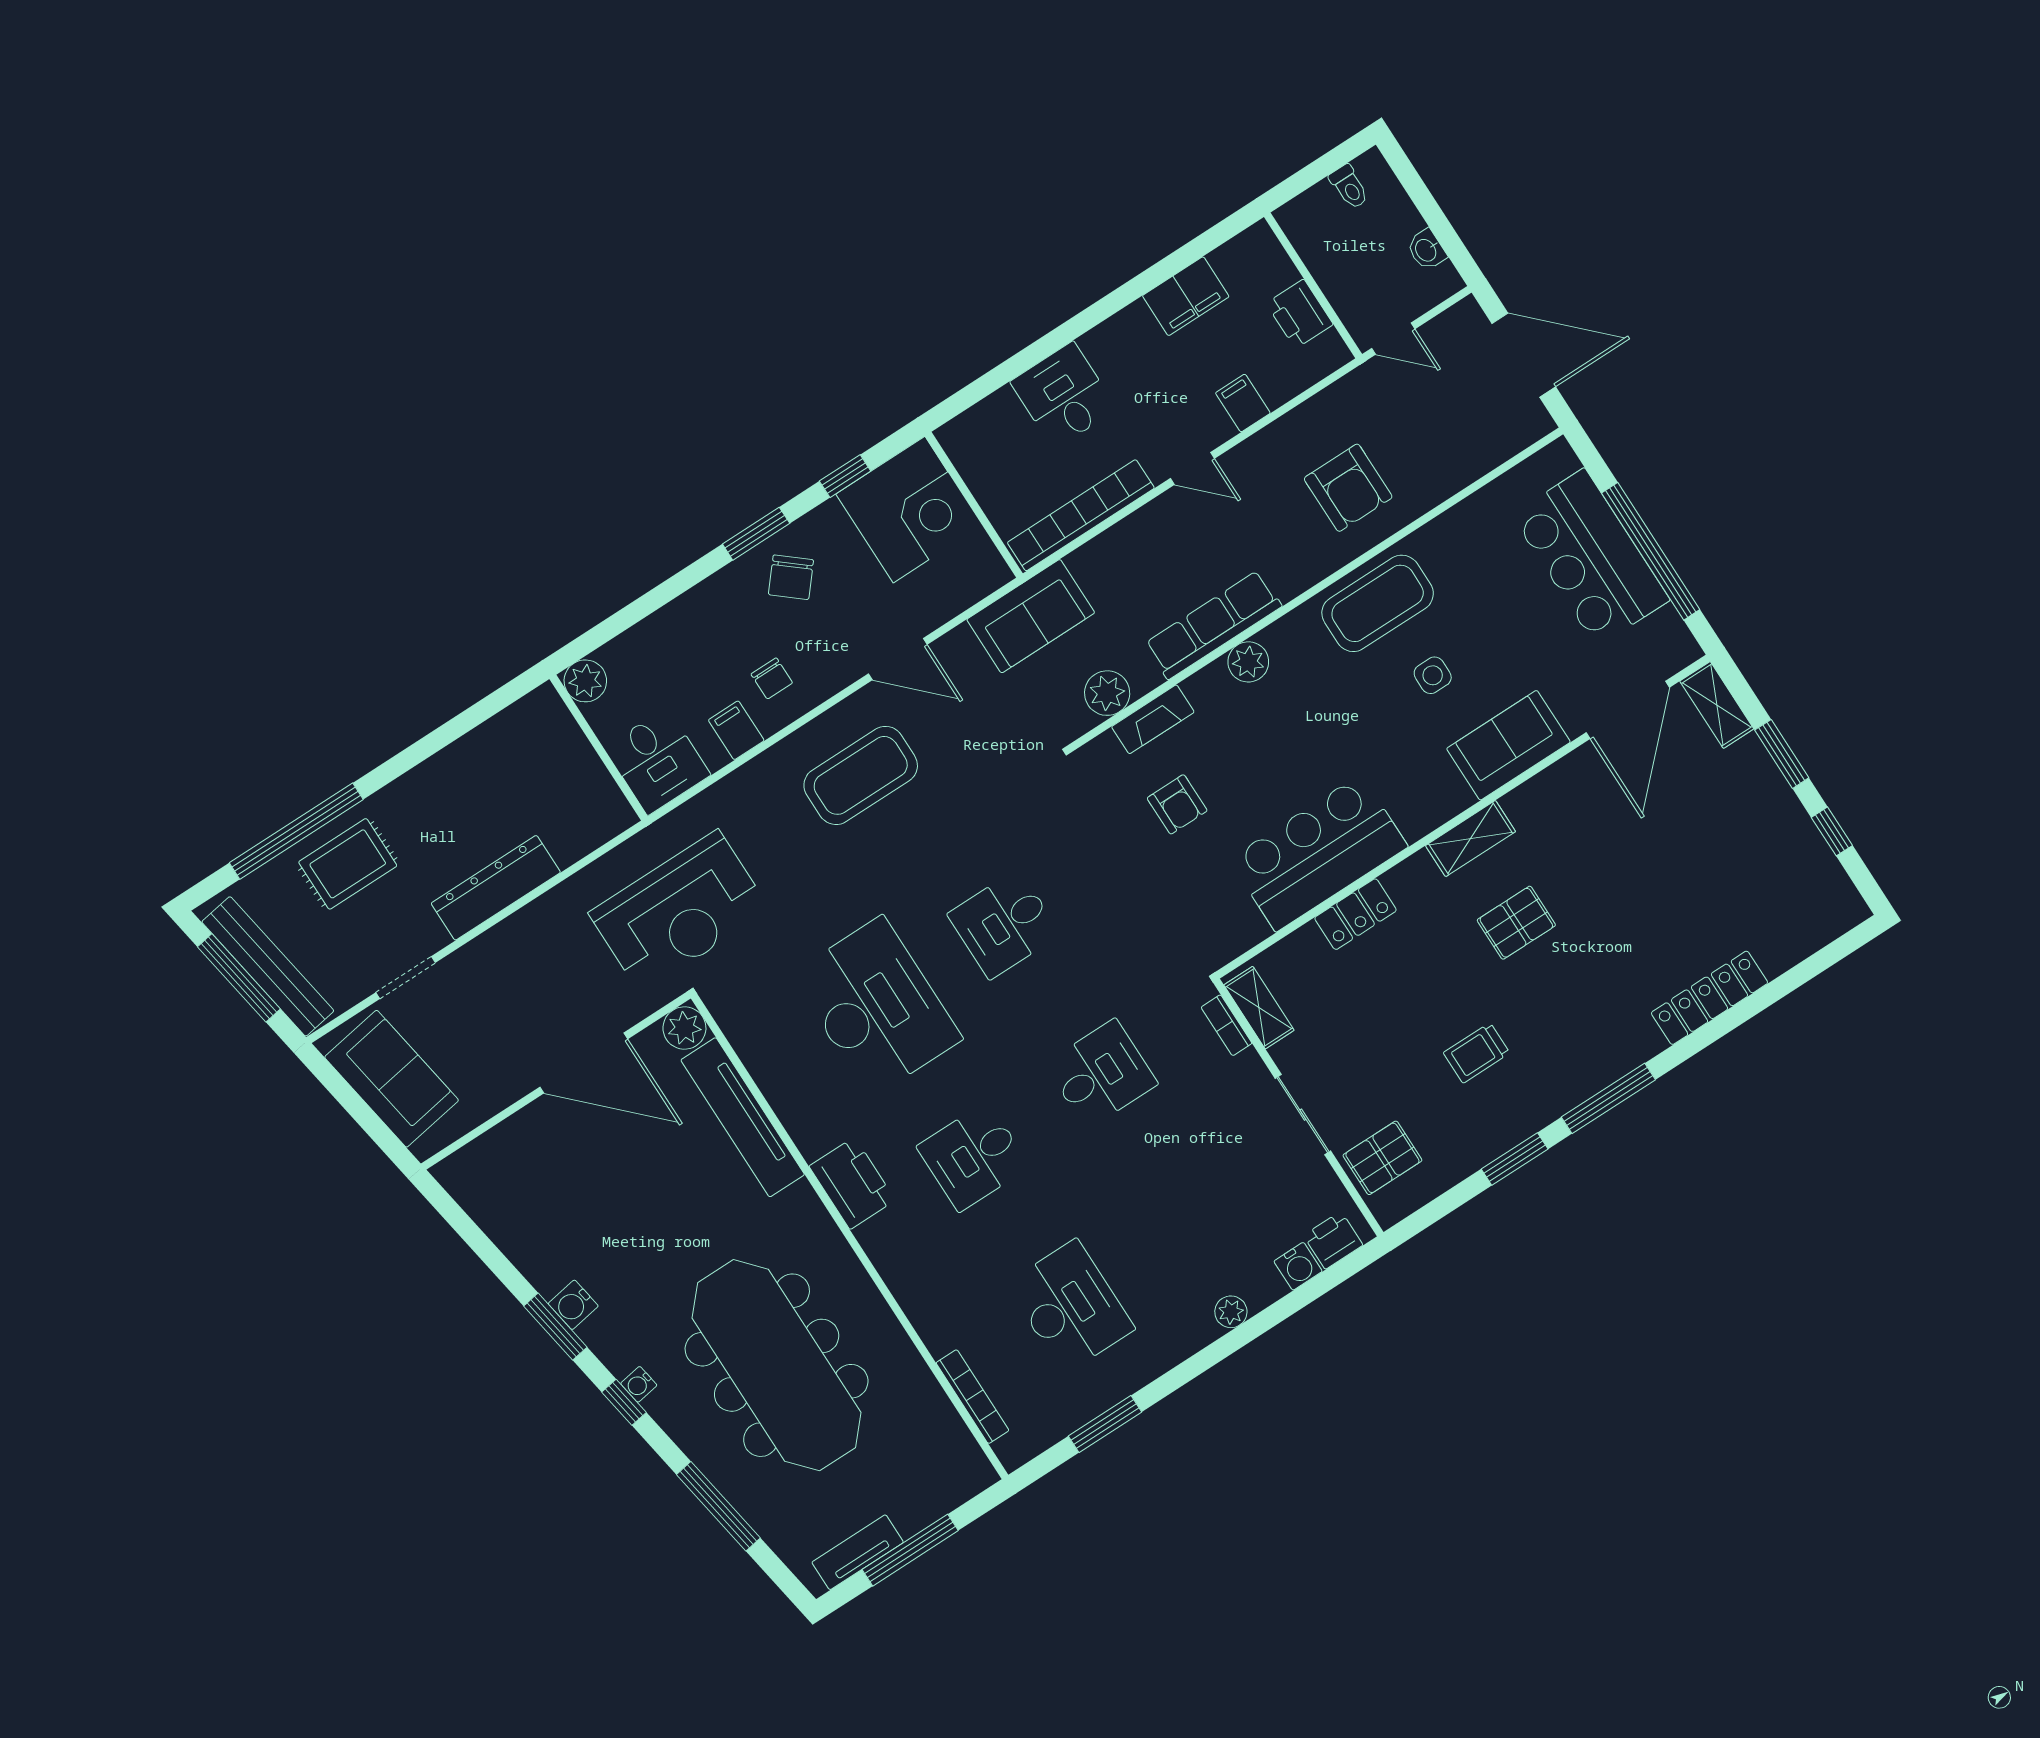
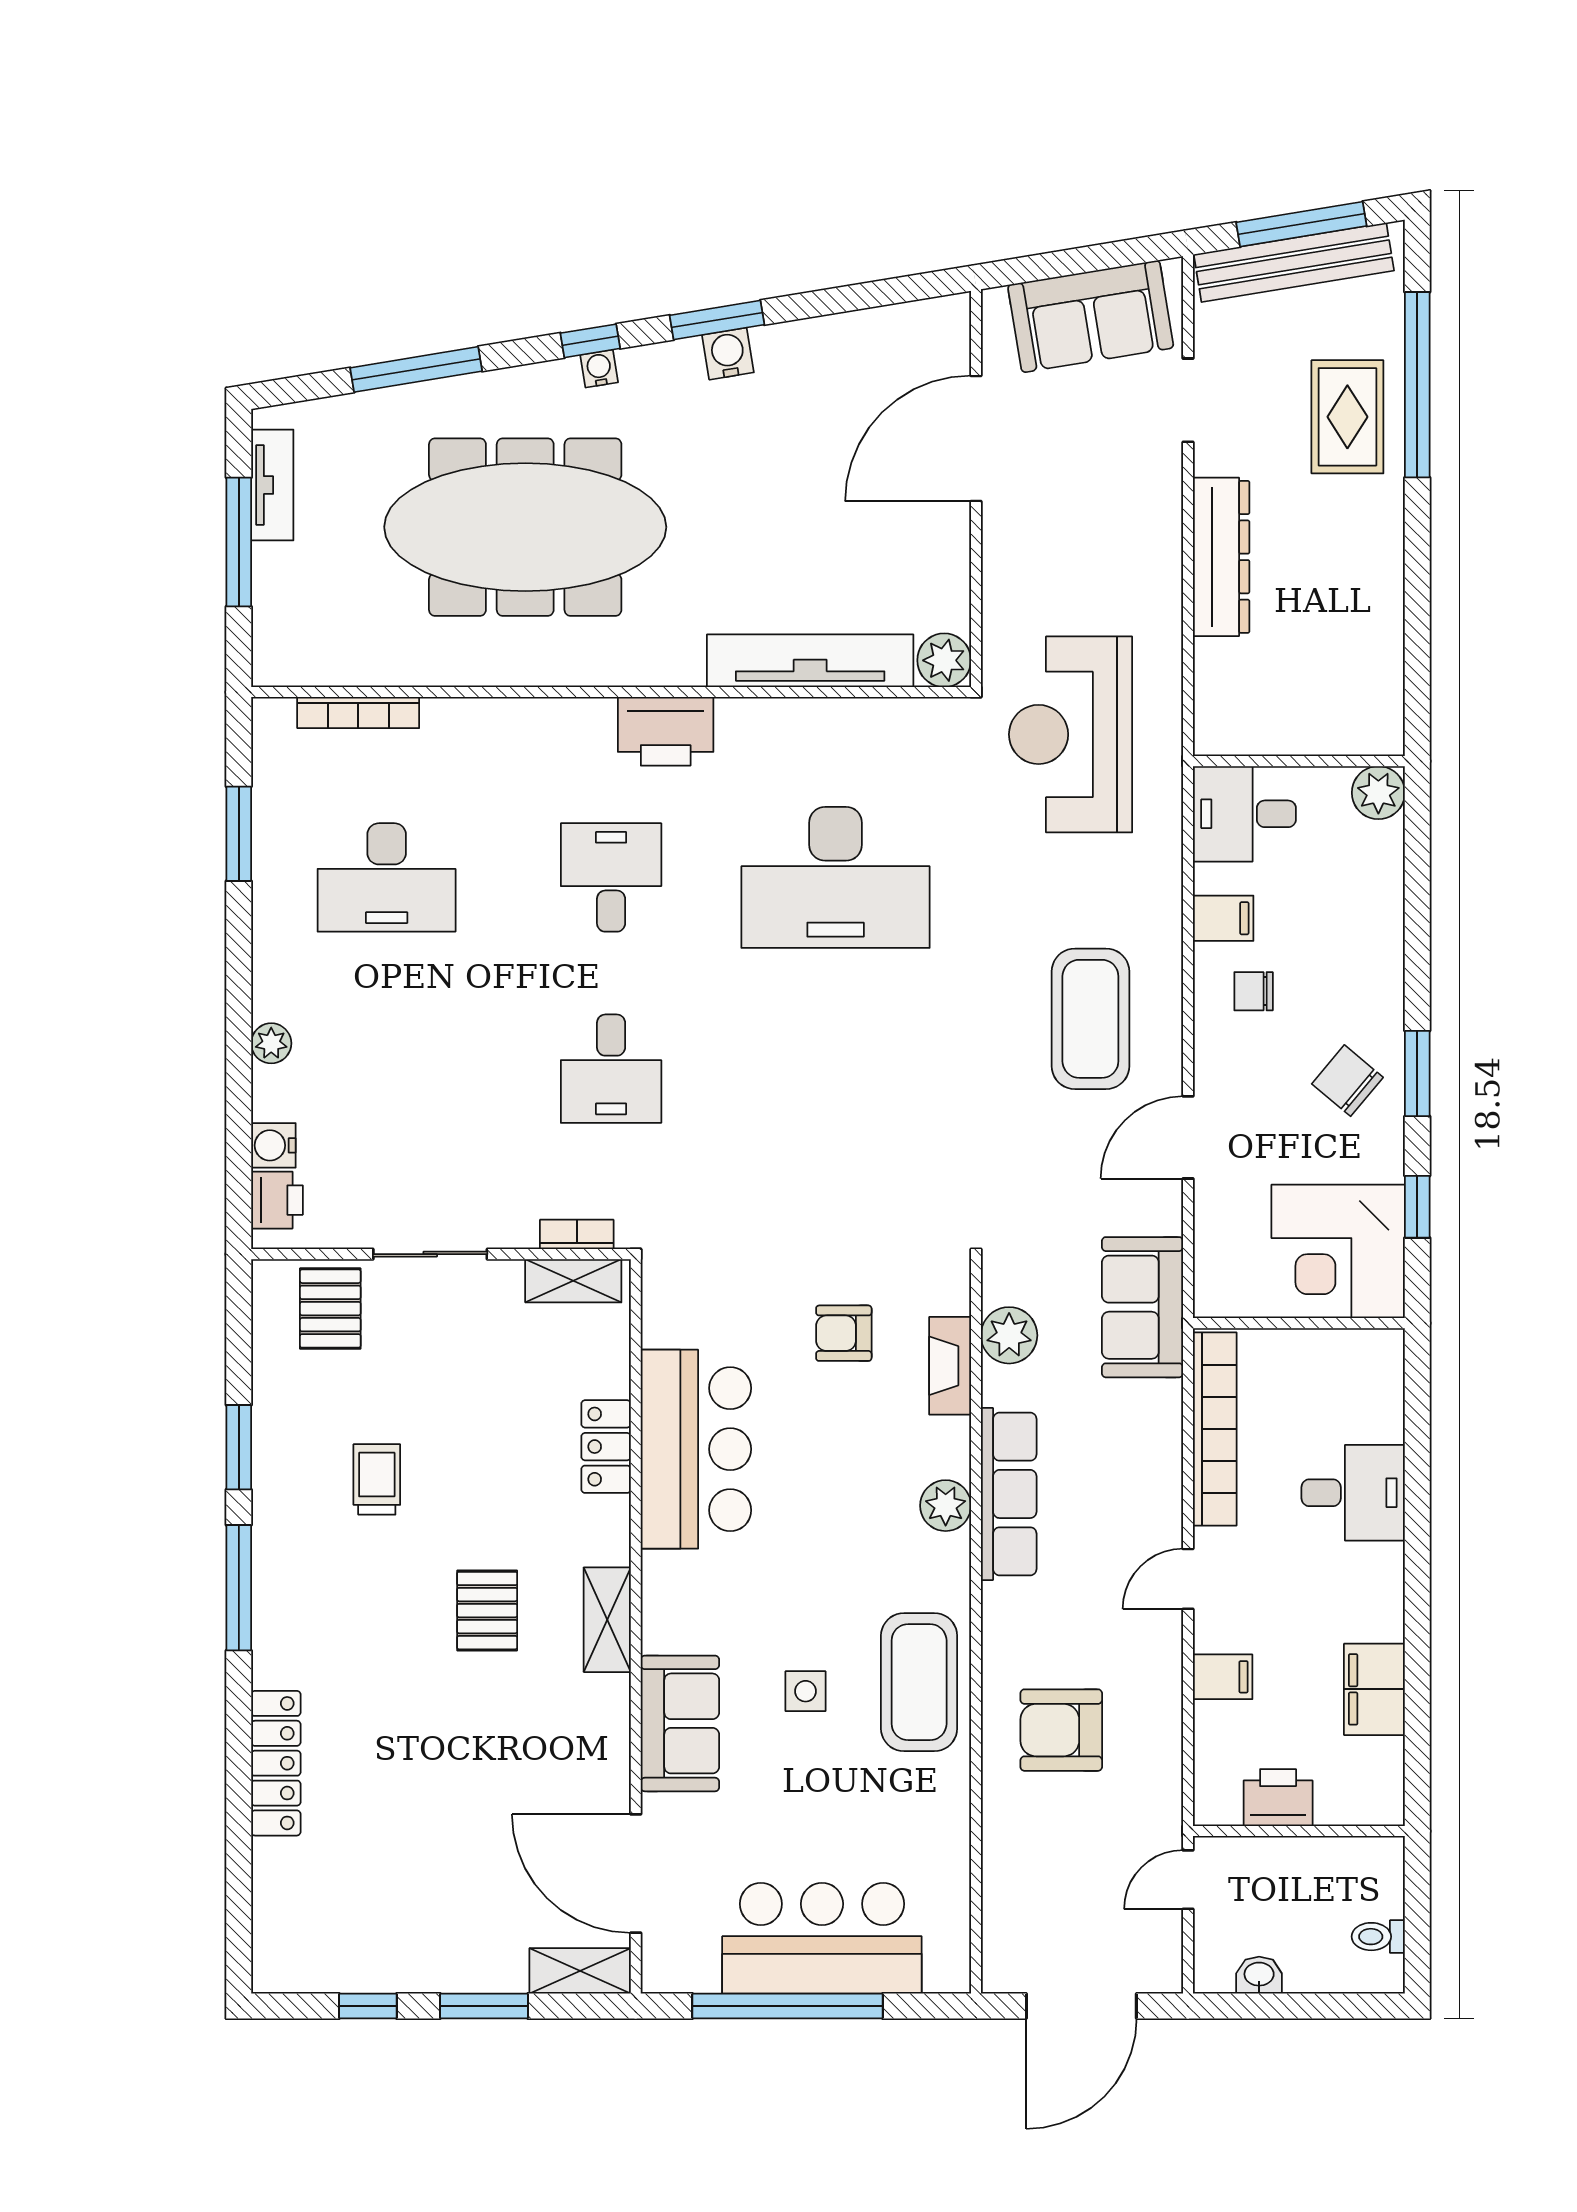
desk: (1004, 924) -> (836, 1069), removed
door: (584, 1063) -> (976, 438), moved

